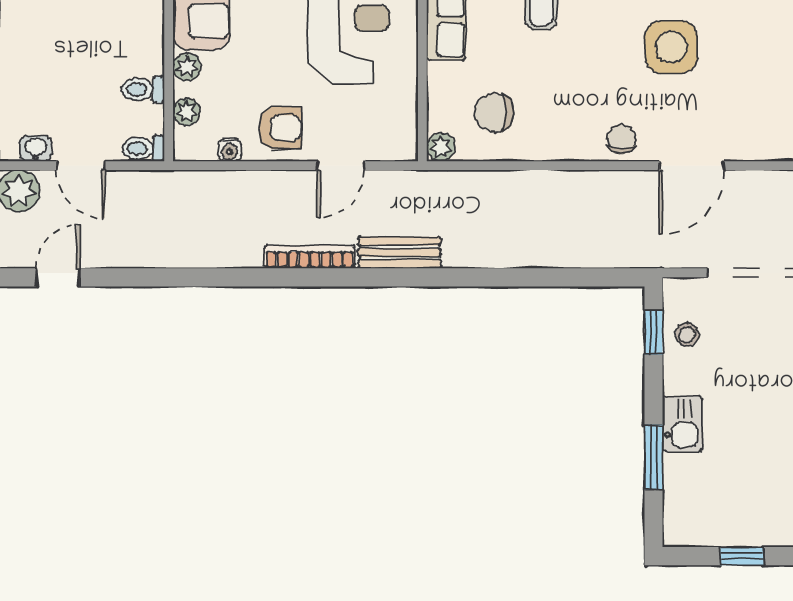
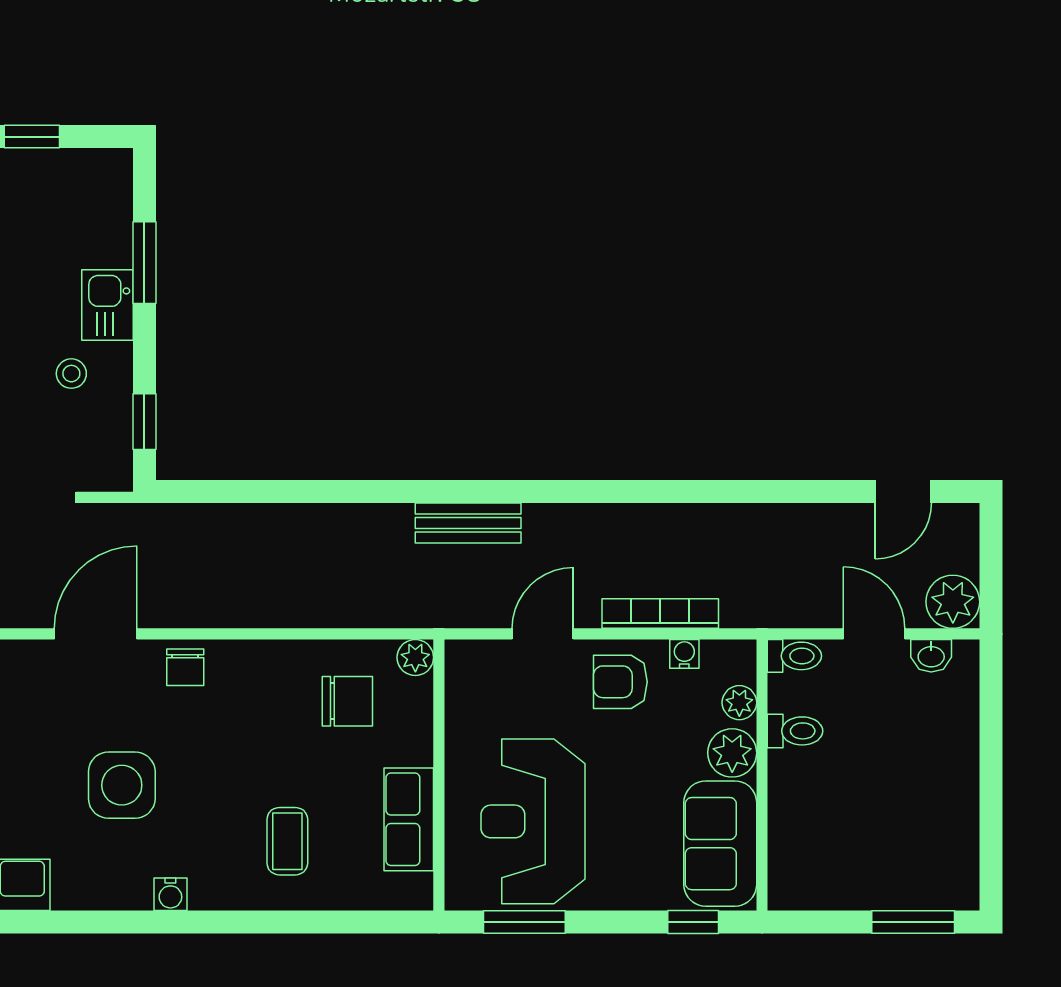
plant: (187, 67) -> (732, 753), width x1.38, depth x1.38
bookcase: (309, 257) -> (660, 614), moved, turned 180
stool: (687, 335) -> (71, 374), moved

